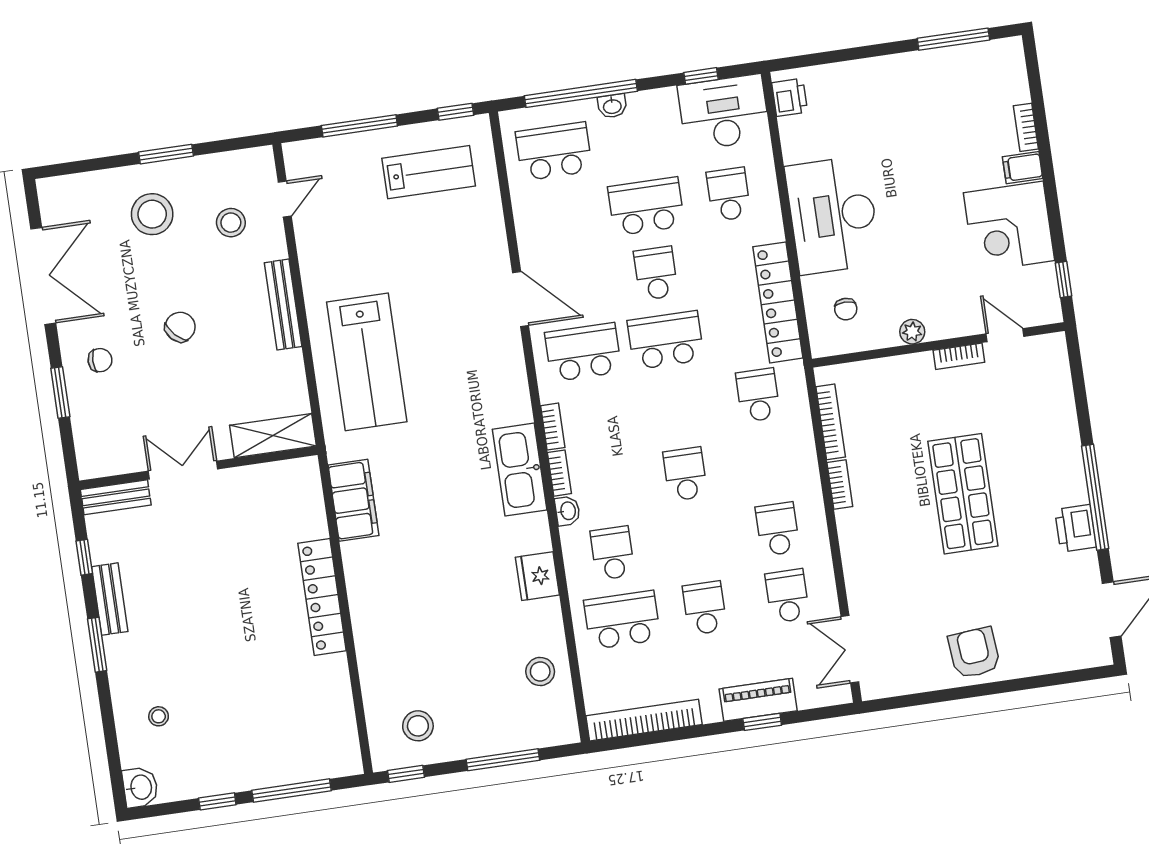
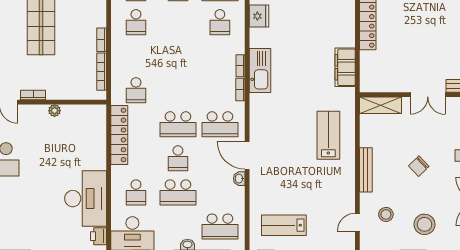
desk: (833, 215) -> (86, 199), moved
chair: (846, 309) -> (86, 127), removed
lab bench: (367, 362) -> (328, 135), width x0.73, depth x0.72
school desk: (685, 474) -> (178, 56), removed
washbasin: (567, 511) -> (239, 179), moved

